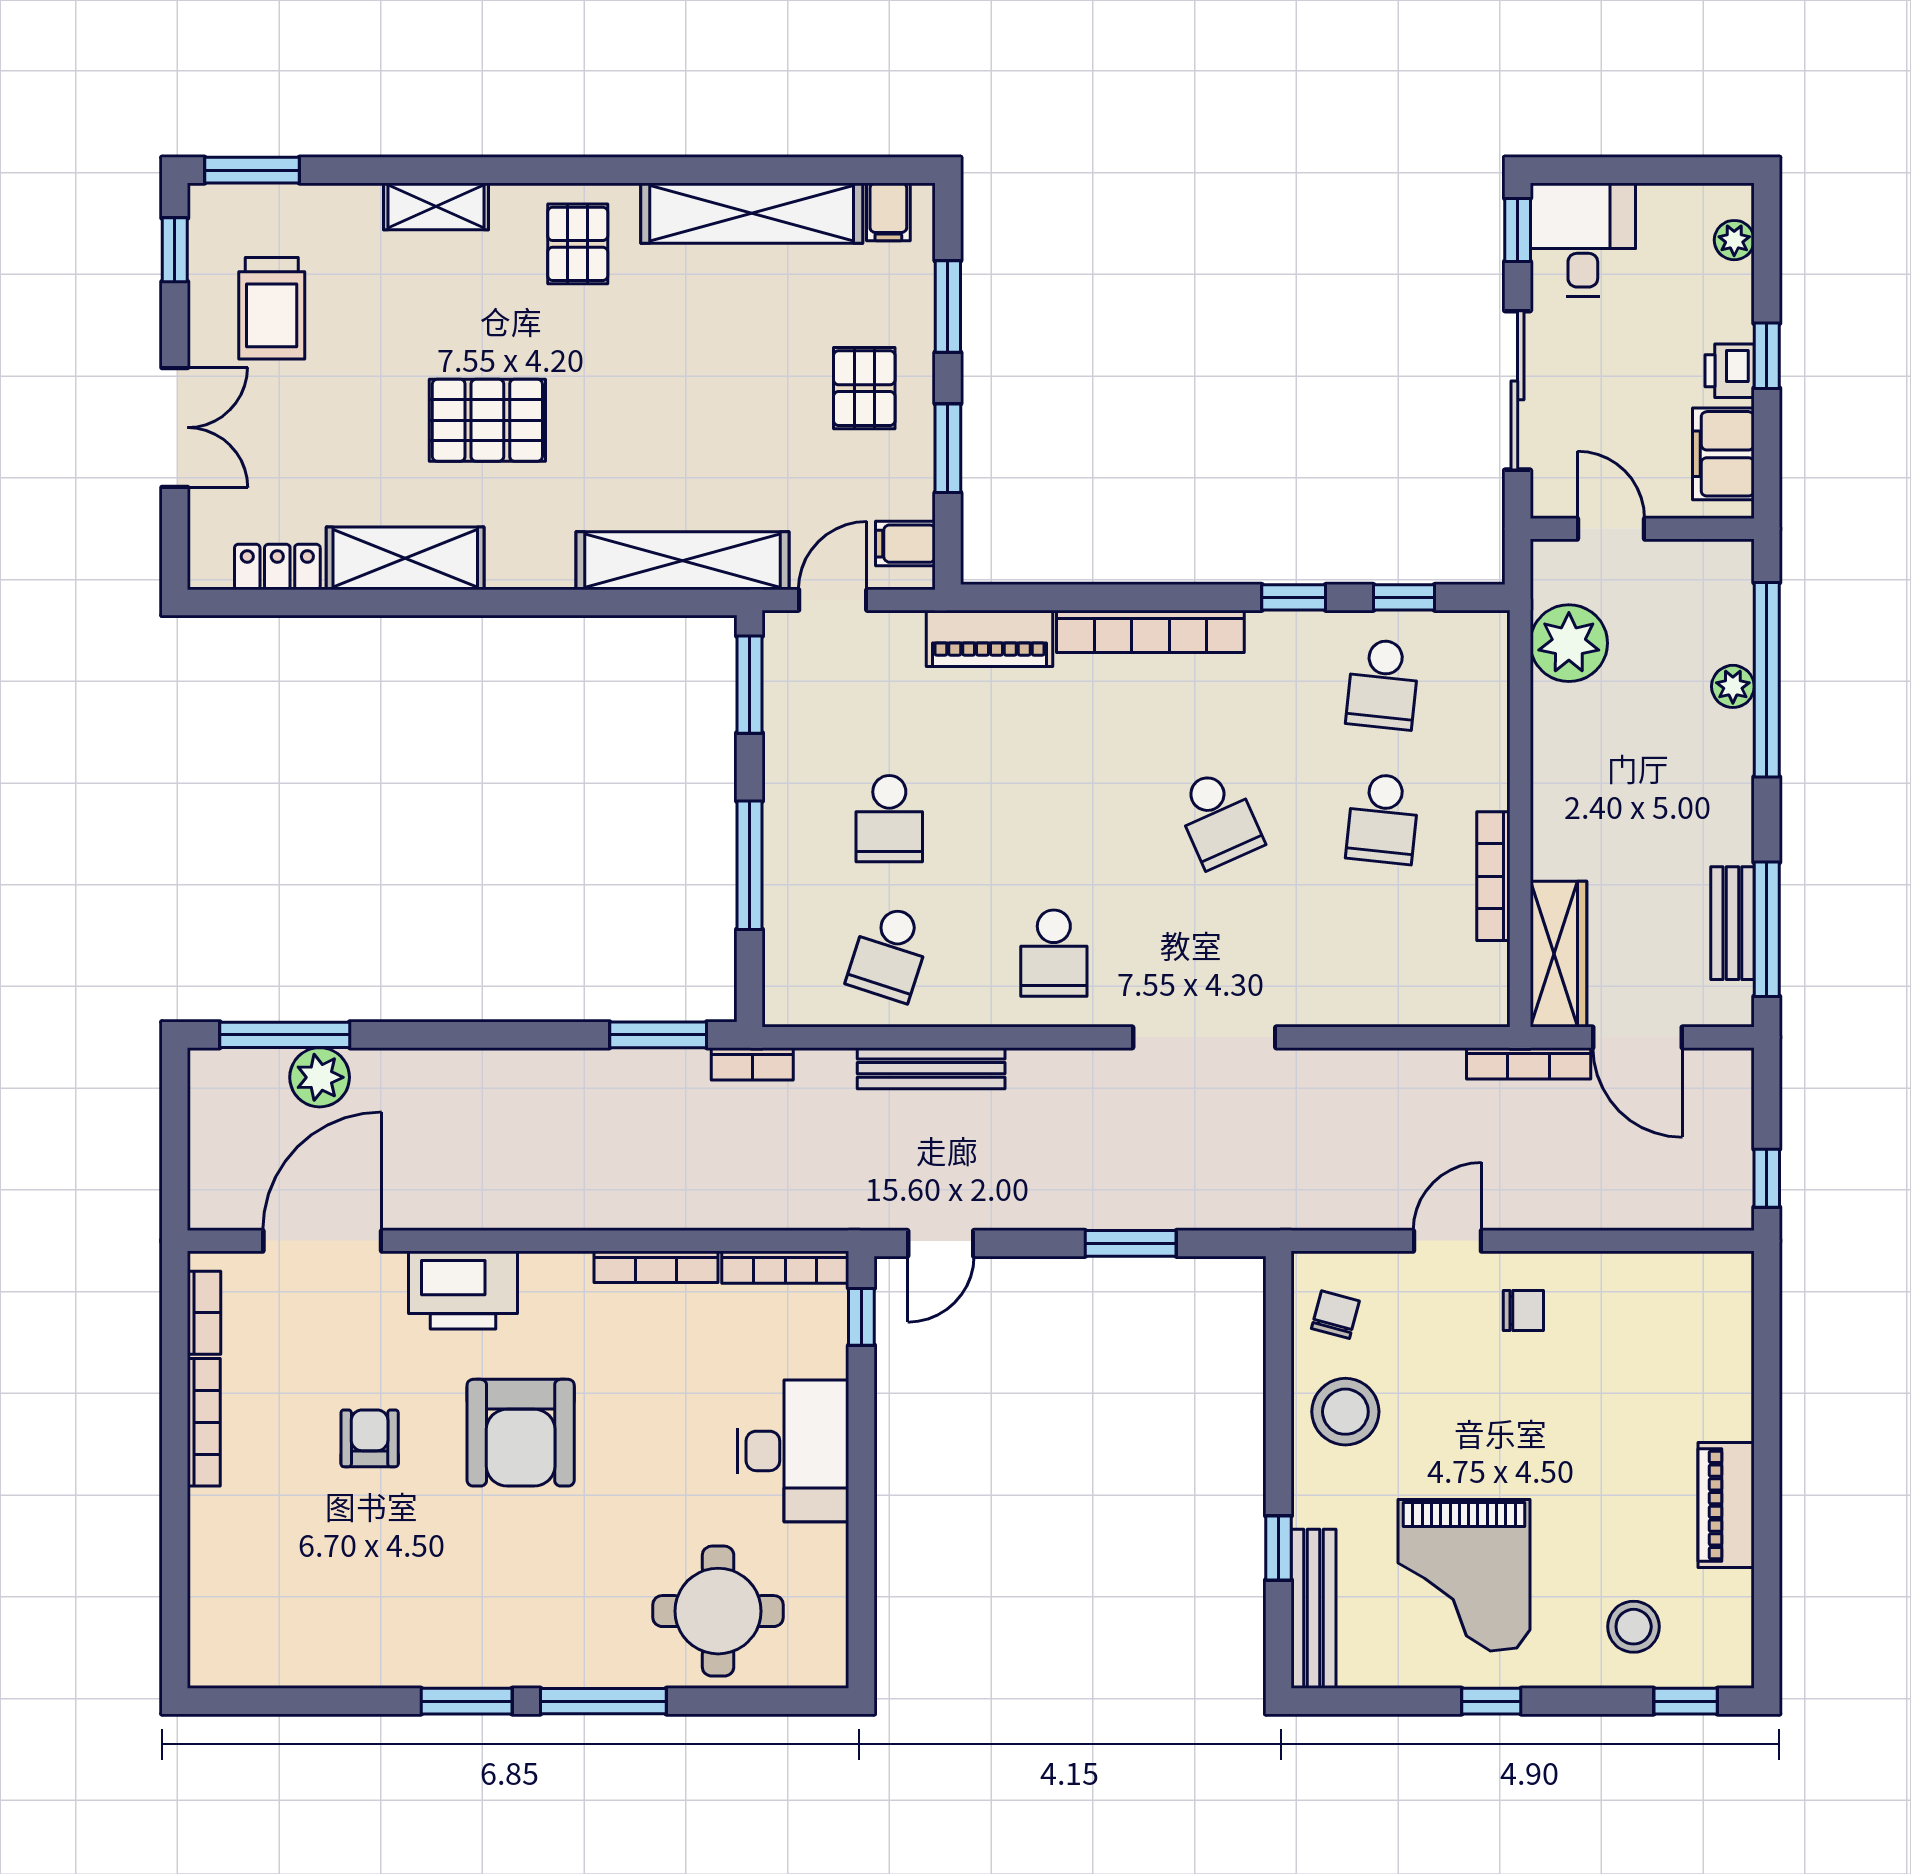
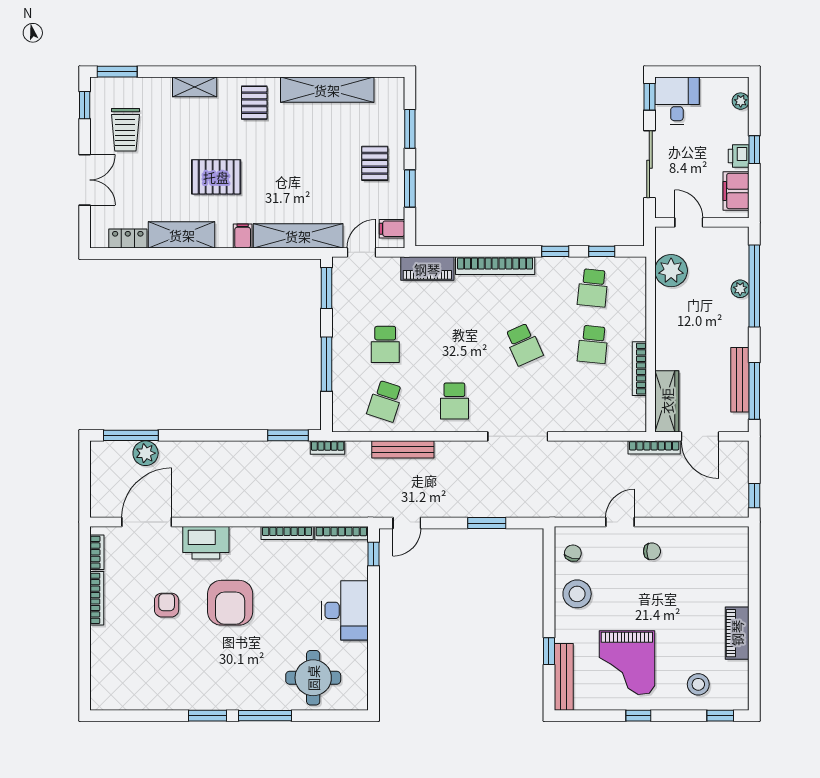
filing cabinet: (888, 212) -> (243, 236), moved, turned 180
bench: (1732, 923) -> (740, 380), width x1.36

